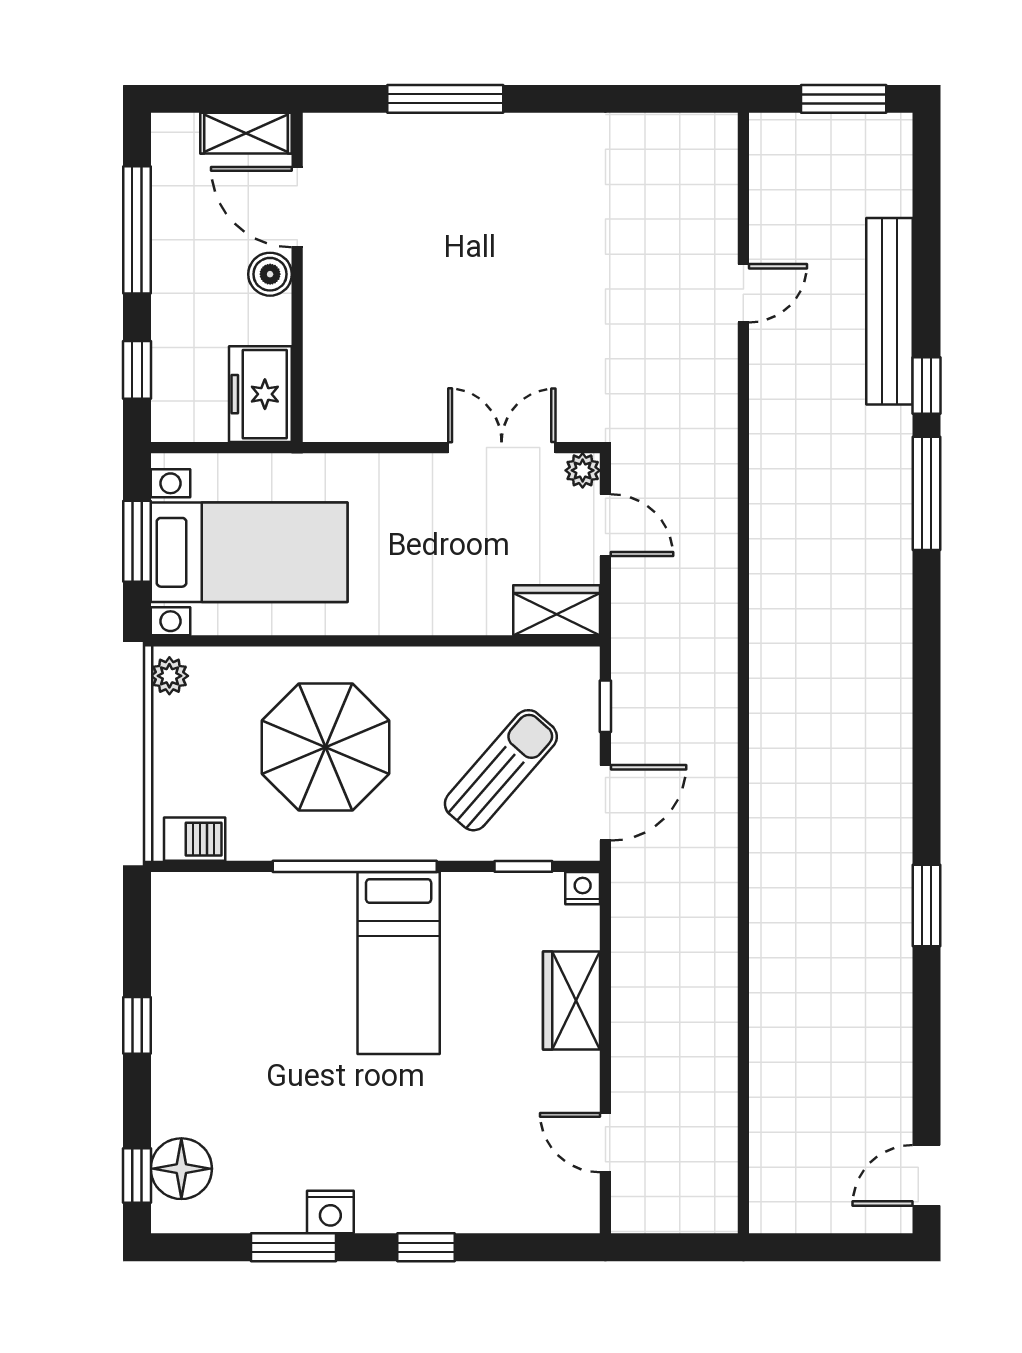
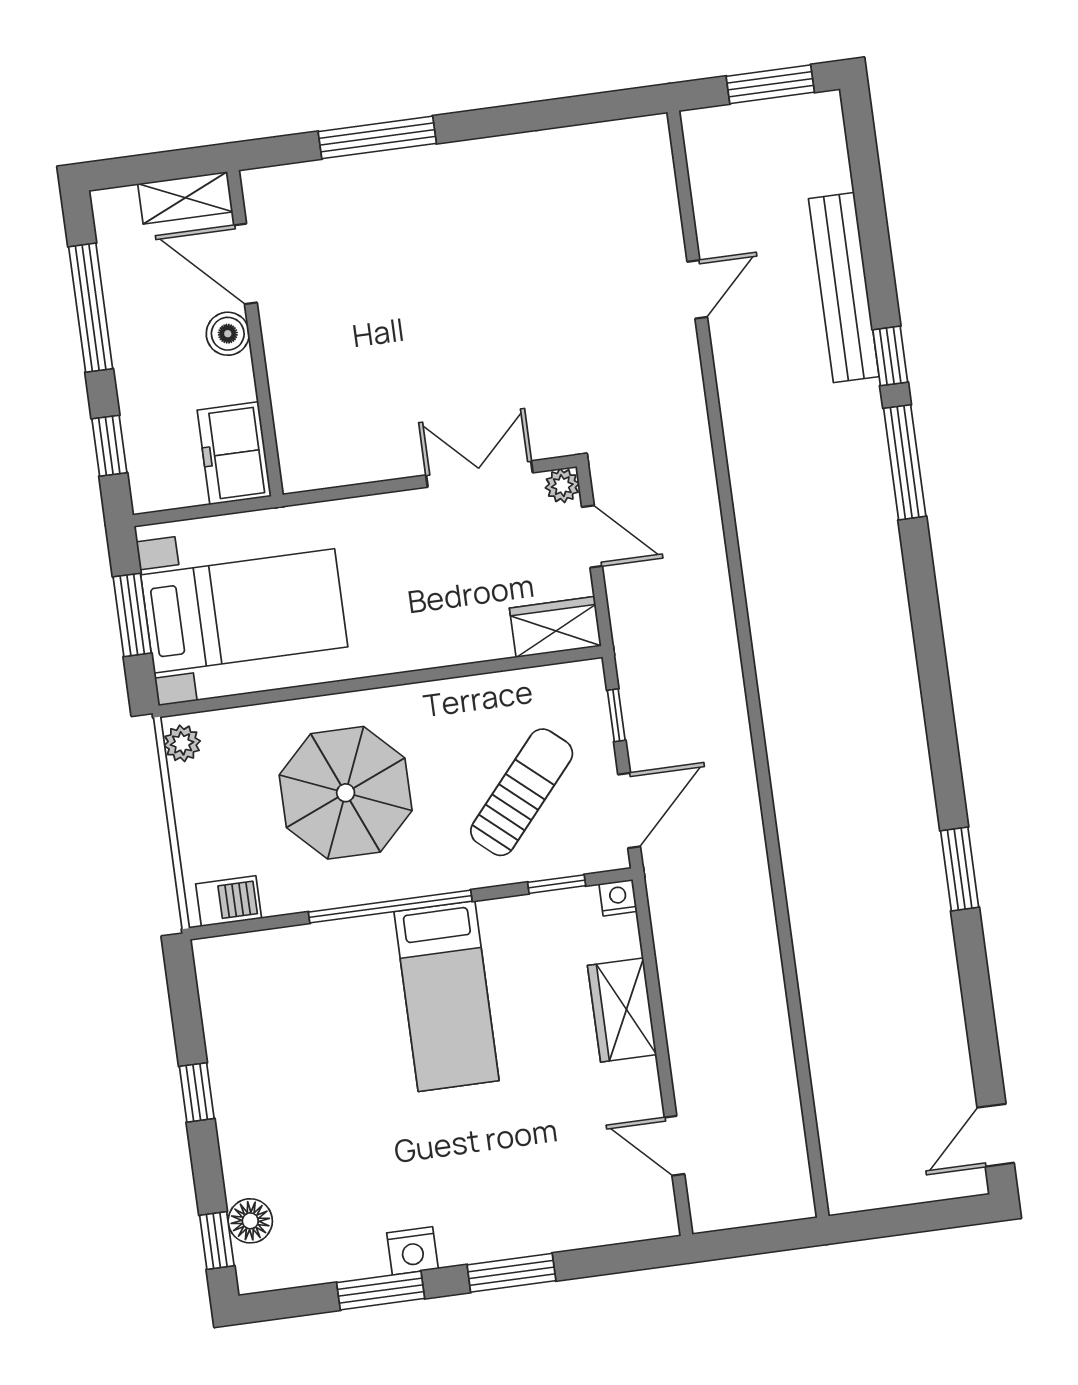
floor lamp: (181, 1169) -> (250, 1221), width x0.73, depth x0.73
window: (426, 1247) -> (511, 1273), width x1.50

